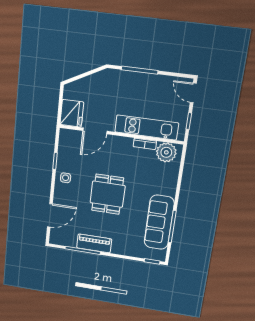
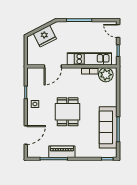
fridge: (72, 113) -> (45, 36), moved, turned 63

